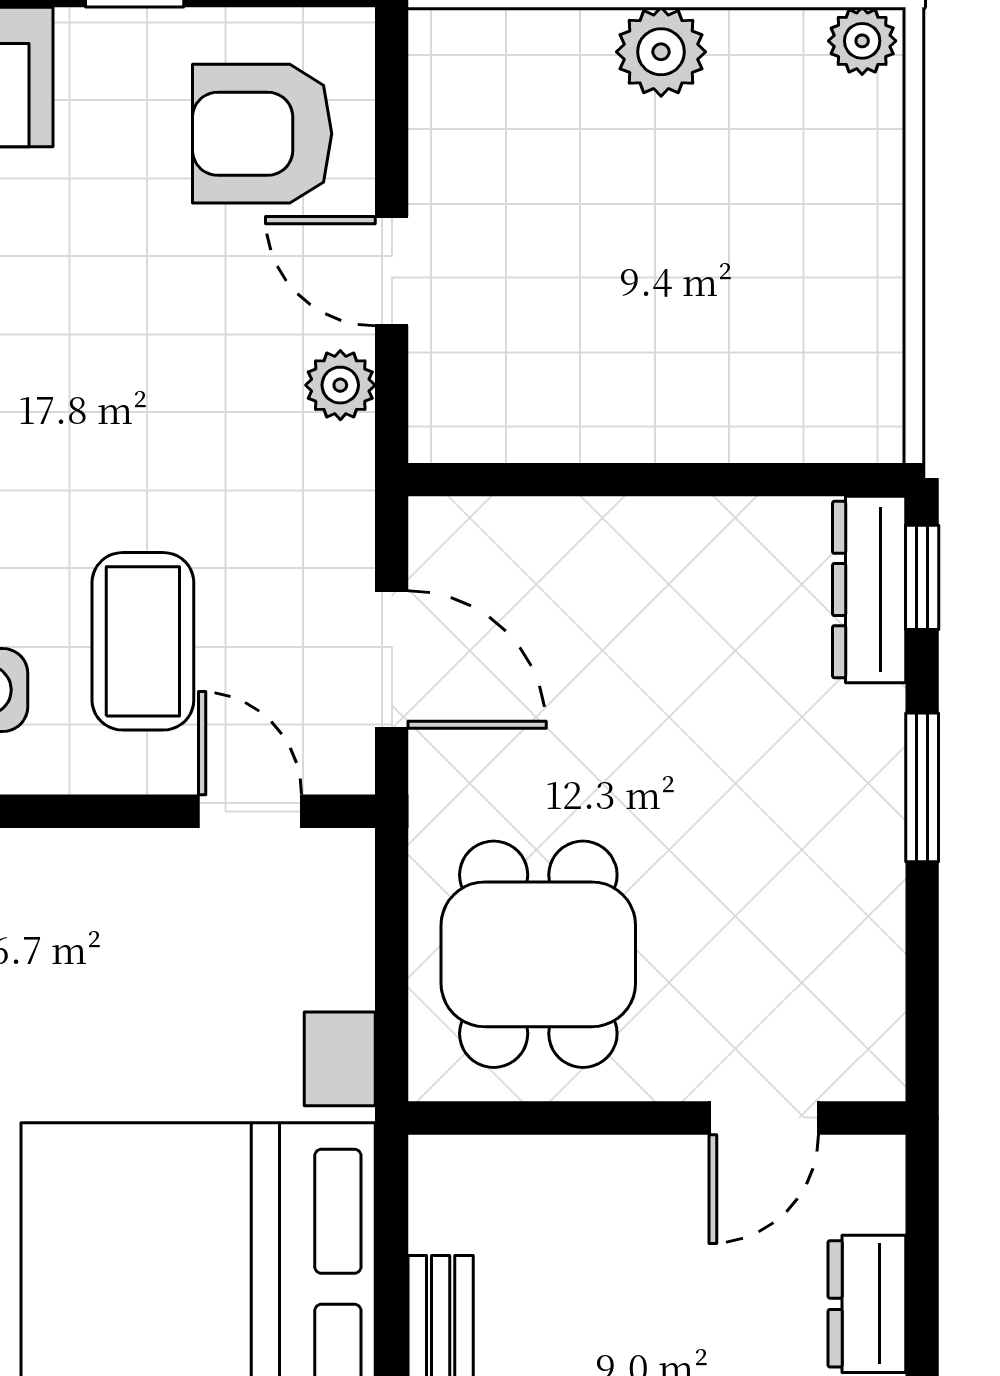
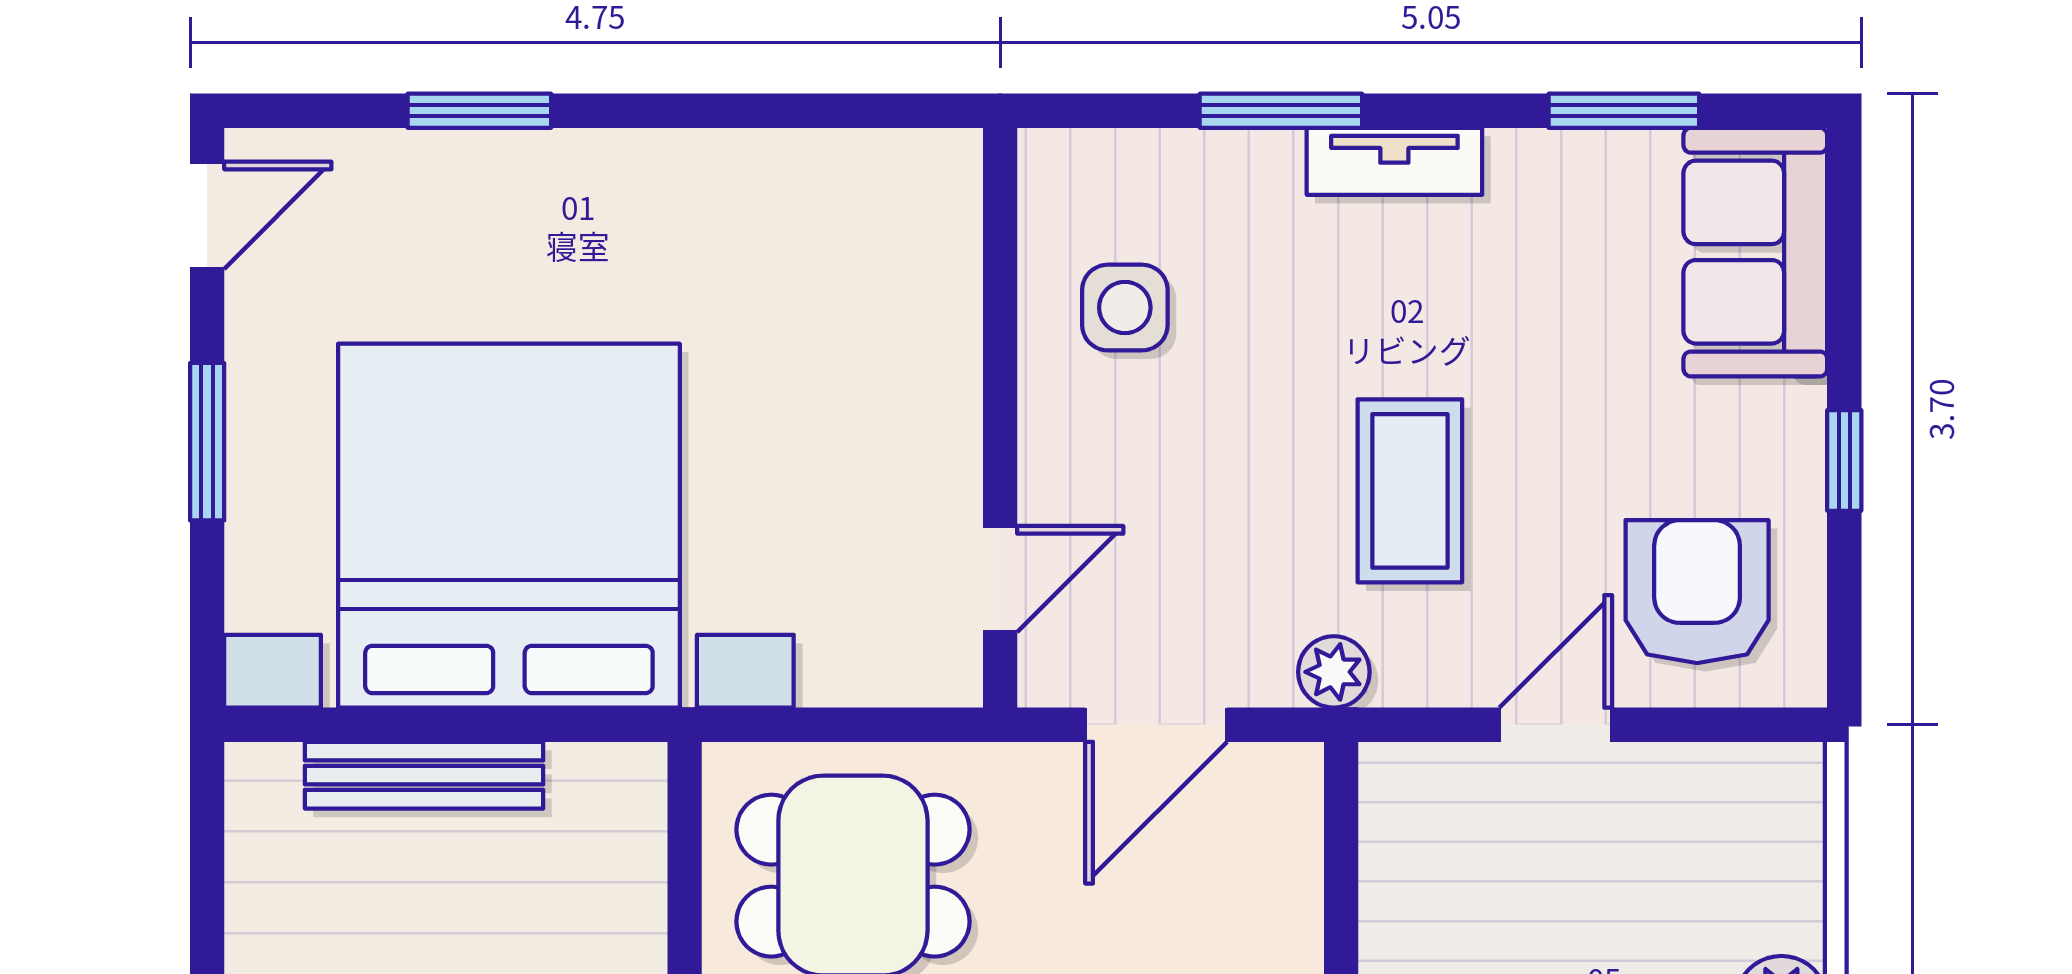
plant: (340, 385) -> (1334, 672), moved
coffee table: (143, 641) -> (1410, 491), moved, turned 90

